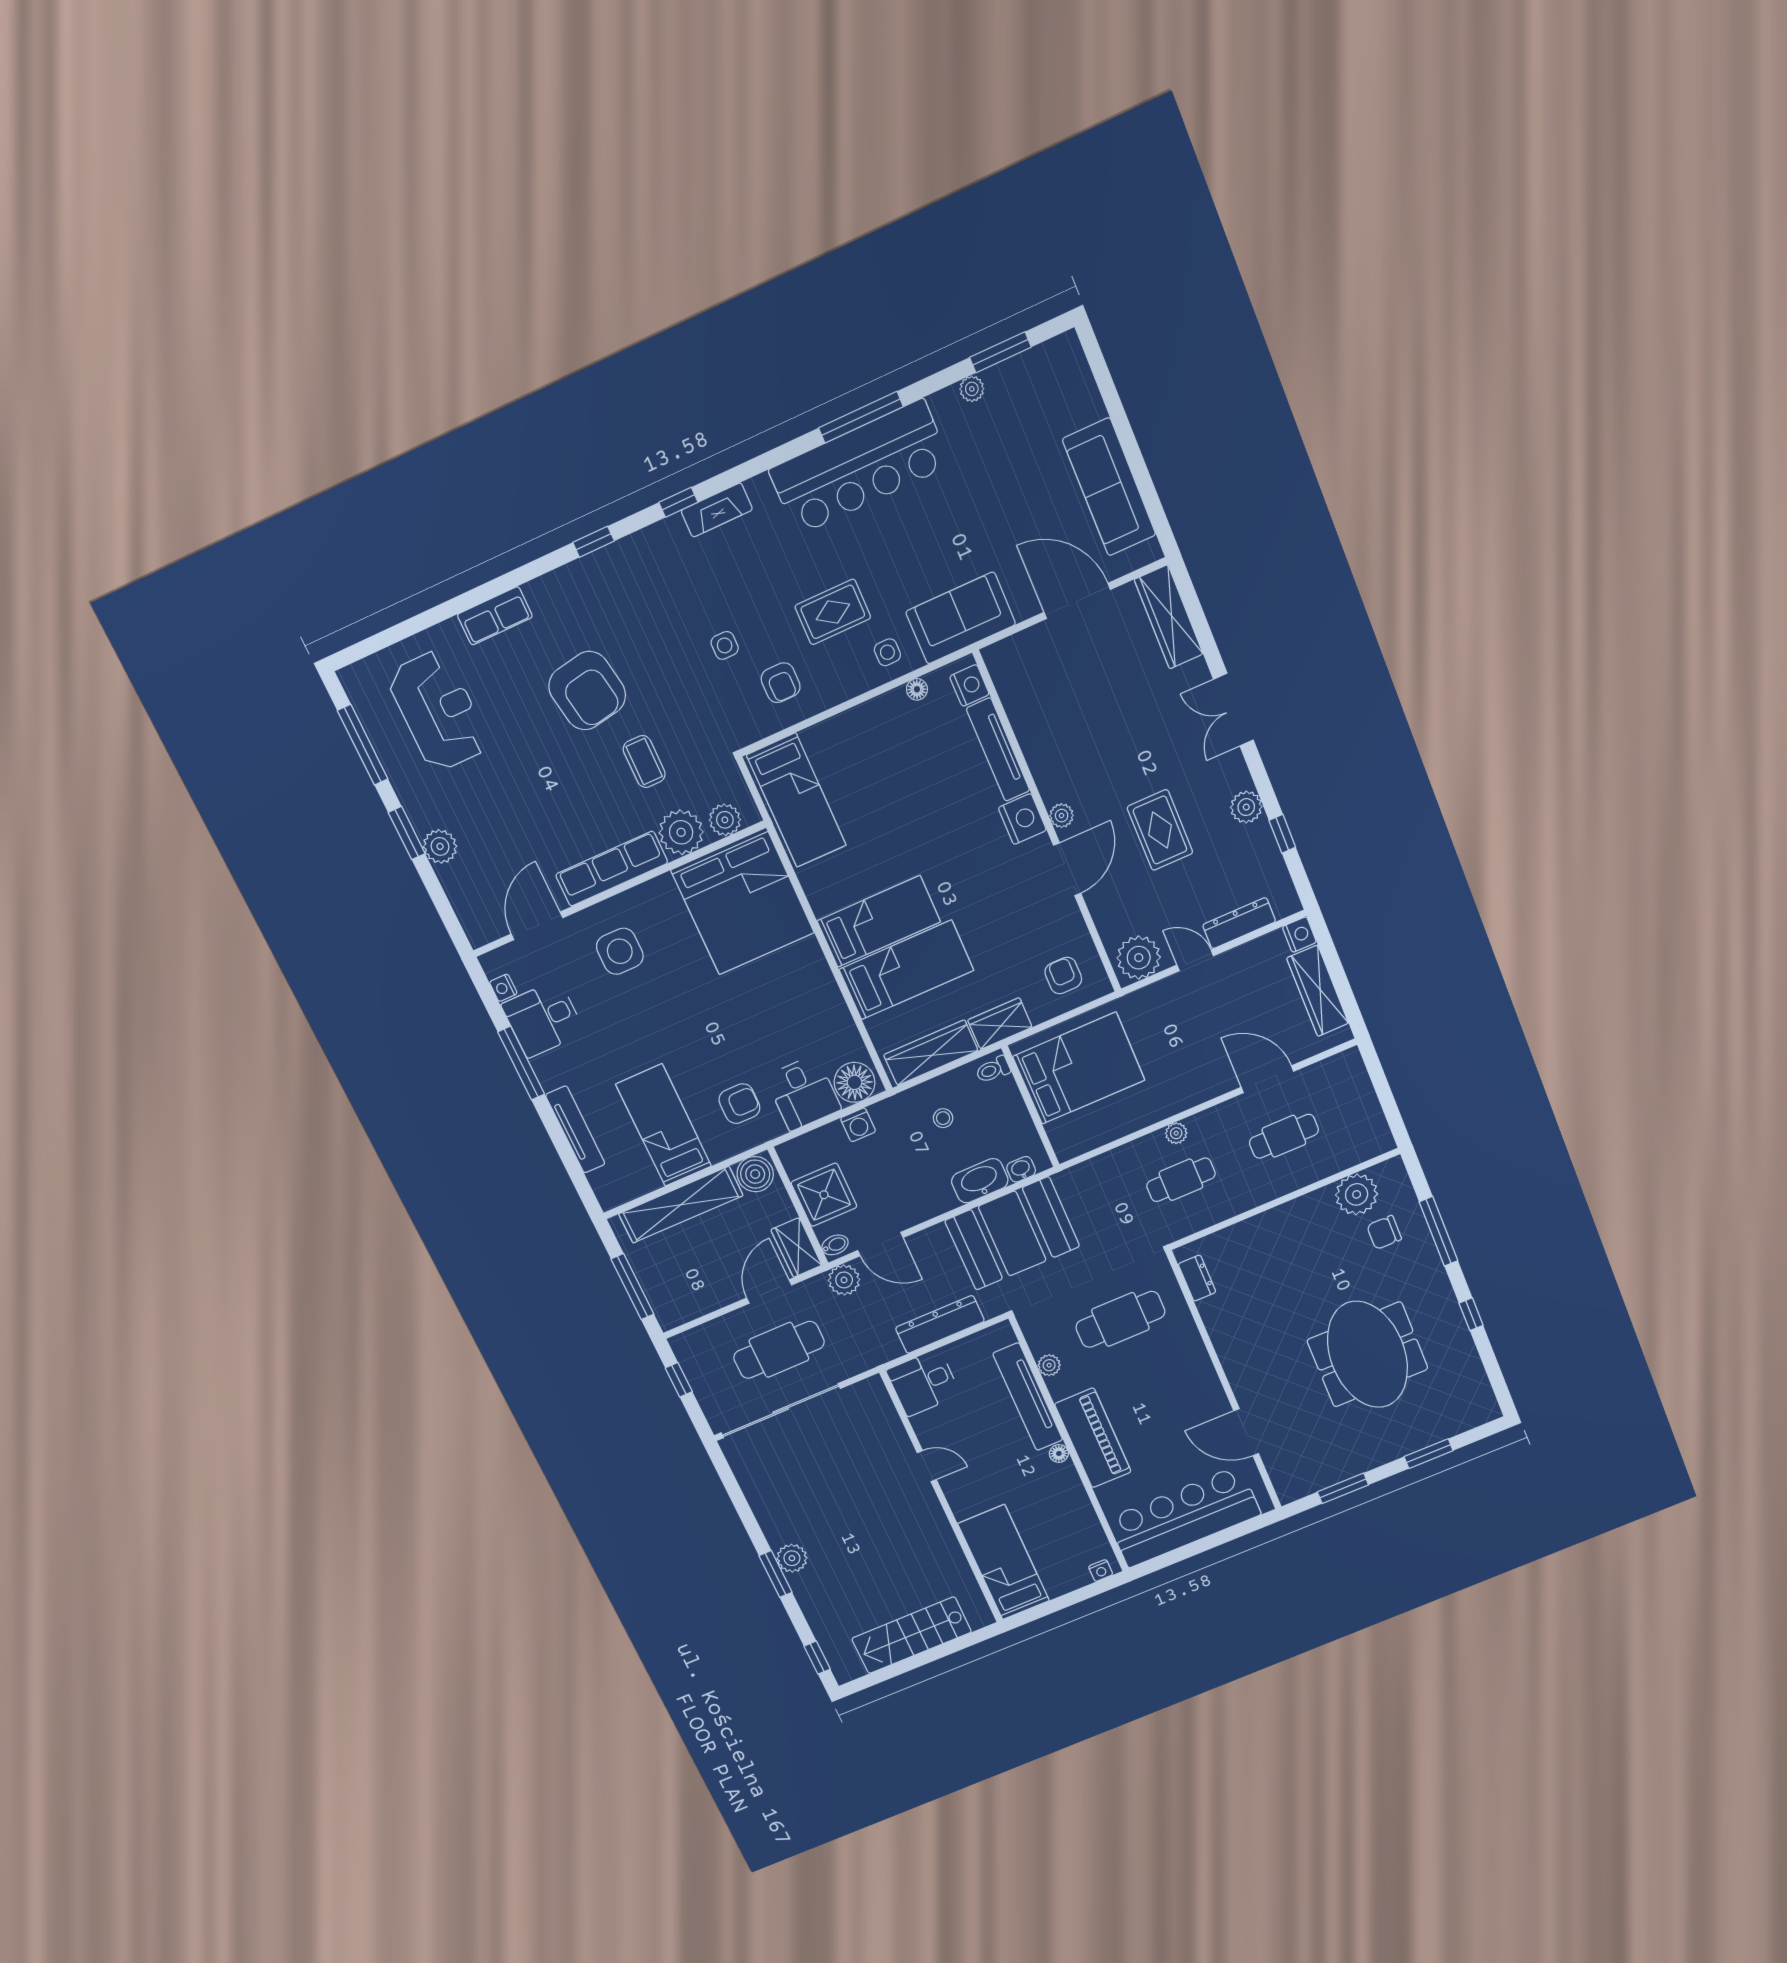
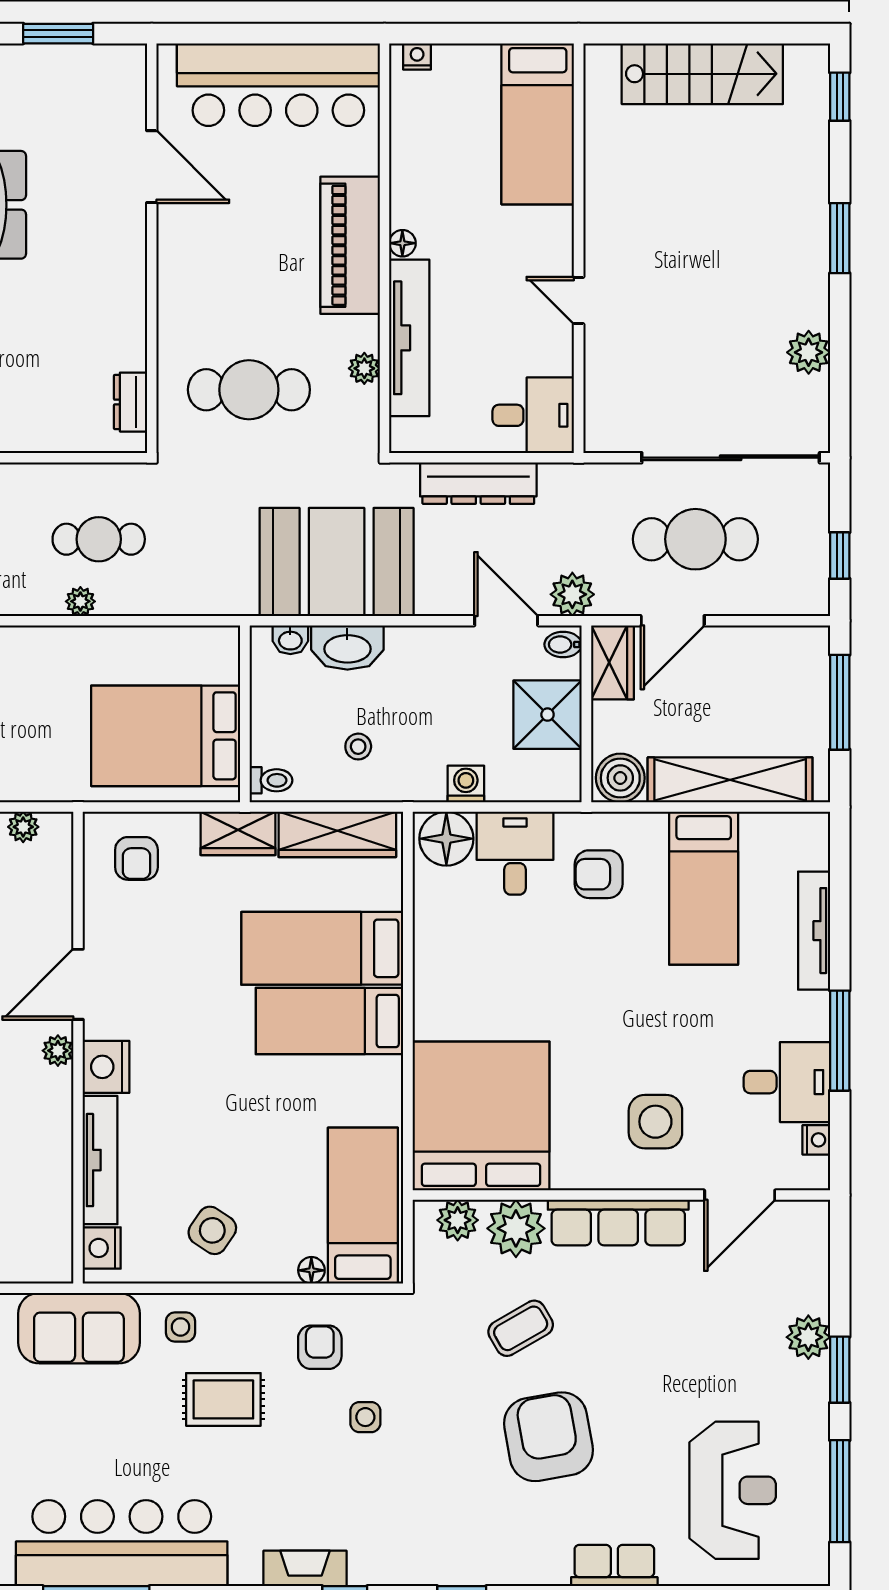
floor lamp: (917, 689) -> (311, 1270), moved
reception desk: (438, 711) -> (733, 1490), turned 180
side table: (896, 734) -> (212, 1230), added
coffee table: (644, 762) -> (521, 1328), turned 60
plant: (1139, 958) -> (23, 827), width x0.53, depth x0.53
plant: (792, 1558) -> (809, 352), moved

